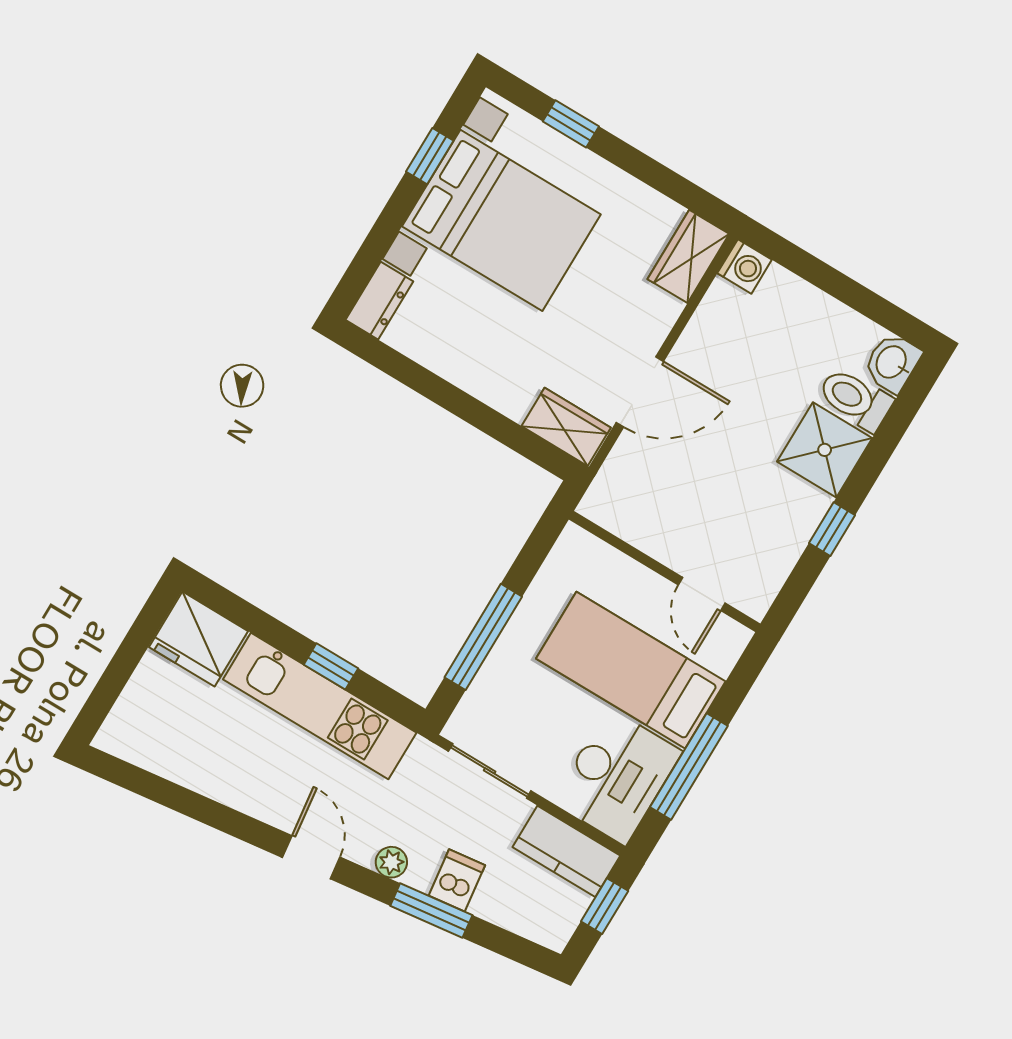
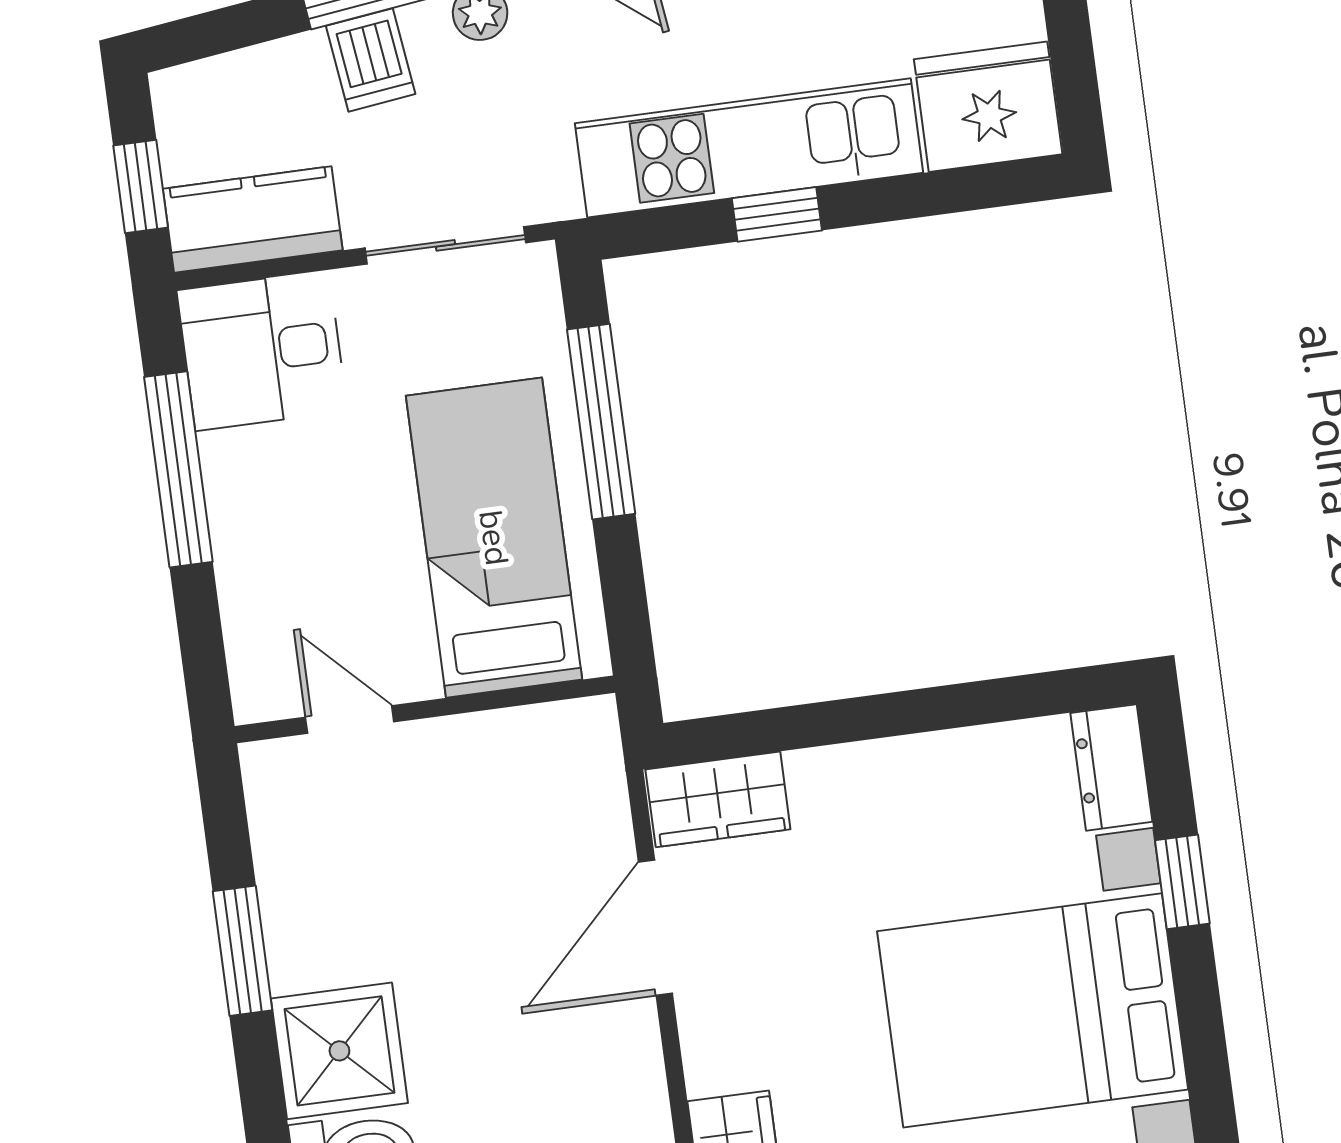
window: (430, 156) -> (1182, 882), moved
window: (832, 529) -> (243, 951), width x1.50
bed: (631, 670) -> (494, 538), moved, turned -90
desk: (617, 777) -> (262, 351), width x0.73

